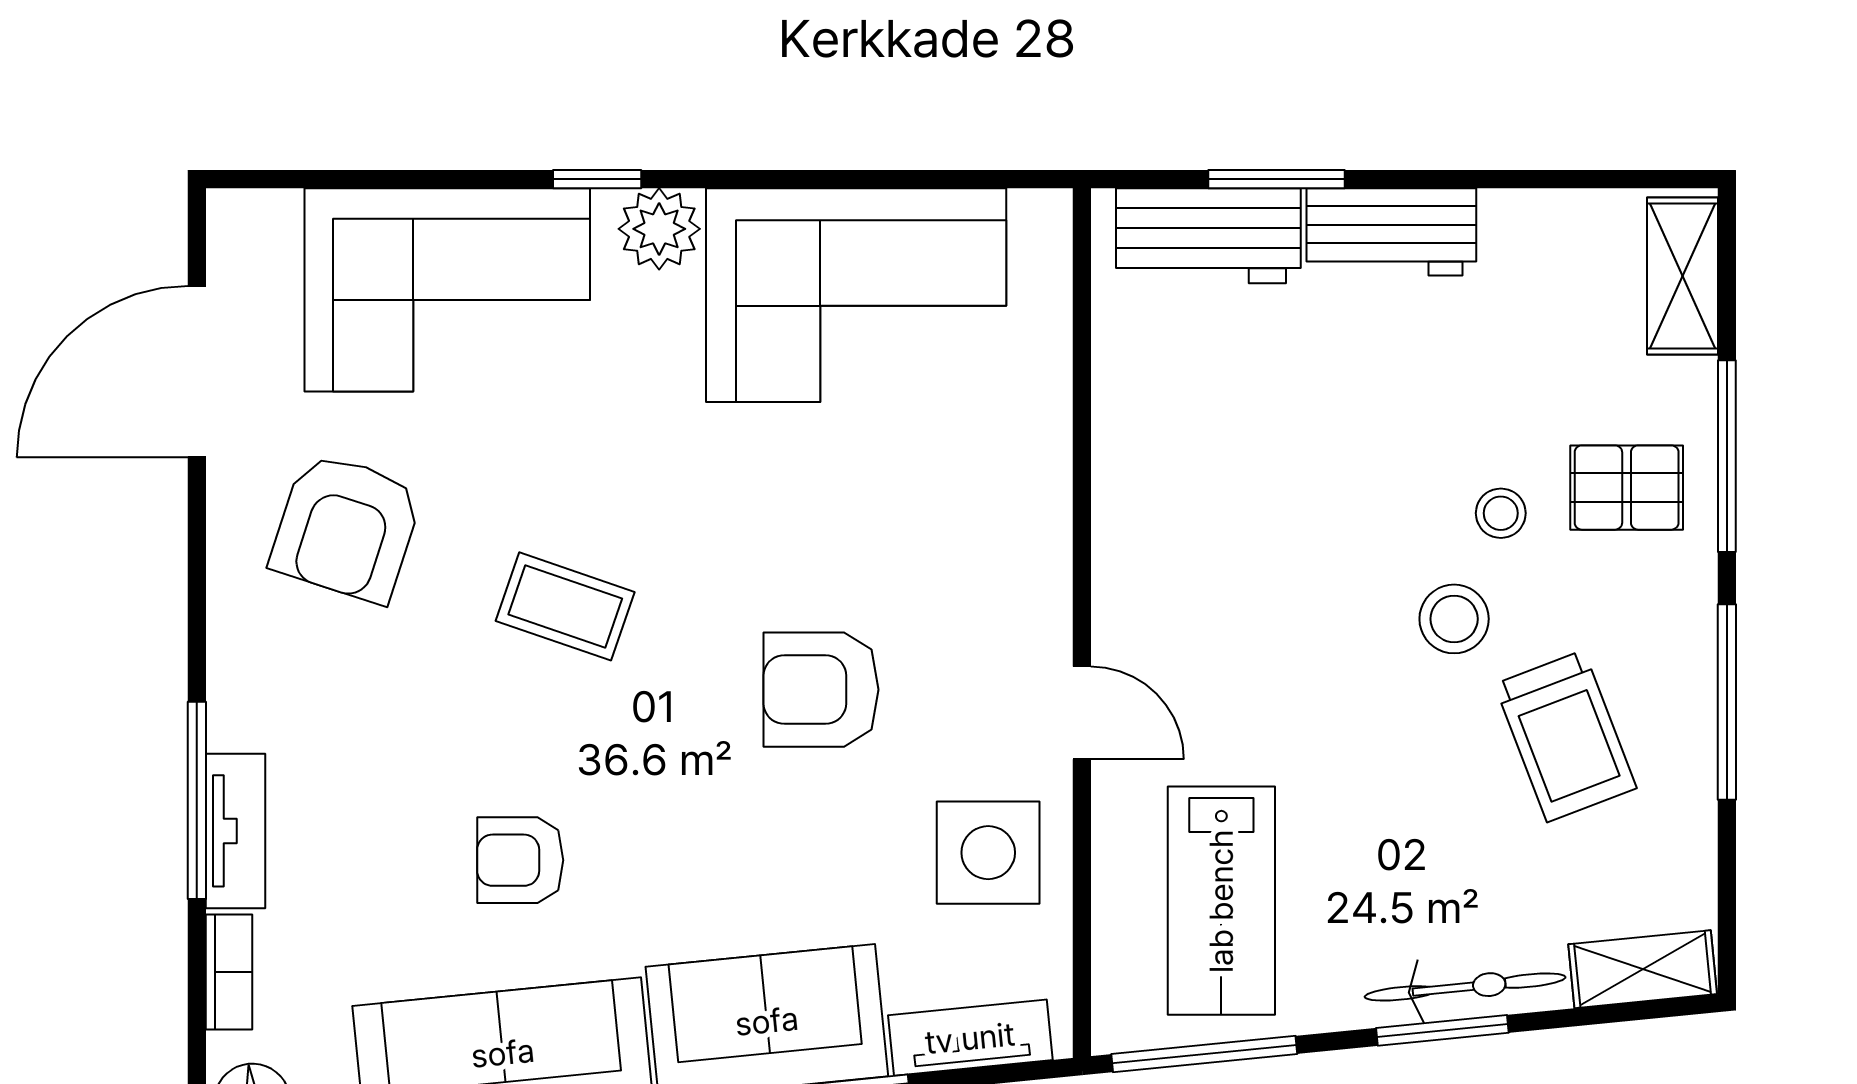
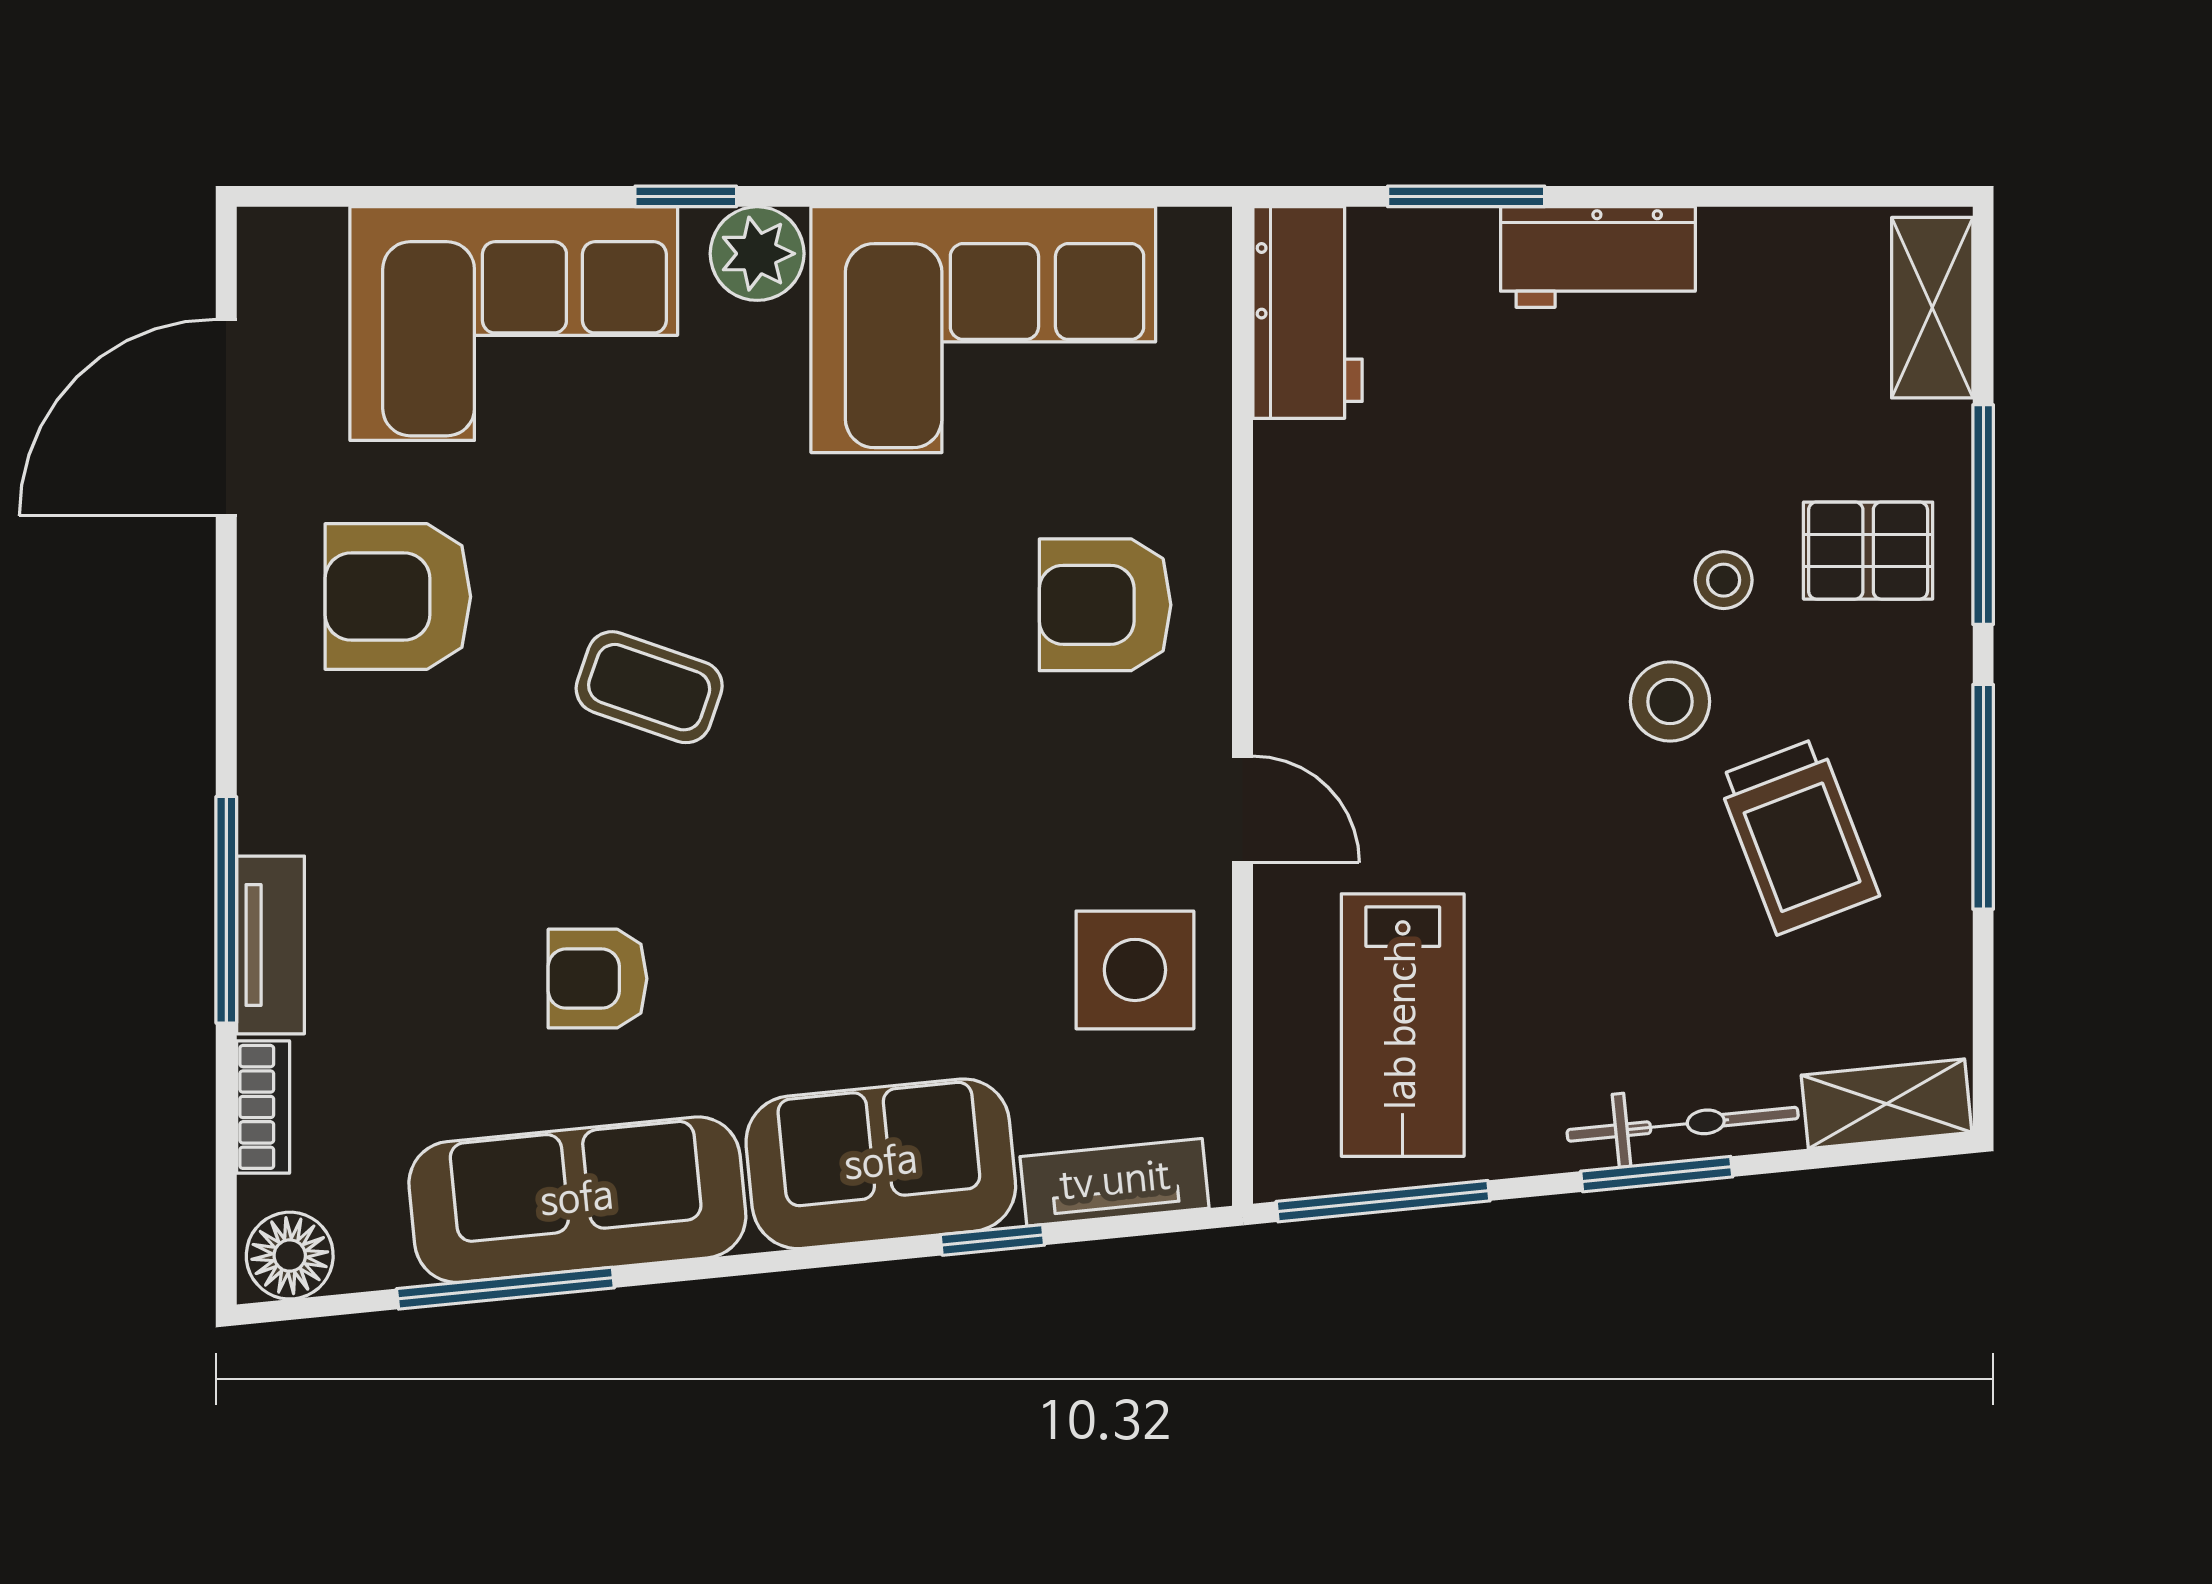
workbench: (1208, 236) -> (1308, 313), moved, turned -90
armchair: (346, 528) -> (398, 597), turned 72
armchair: (821, 690) -> (1105, 605), moved

